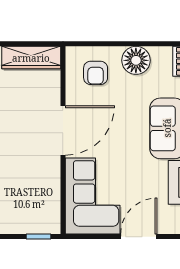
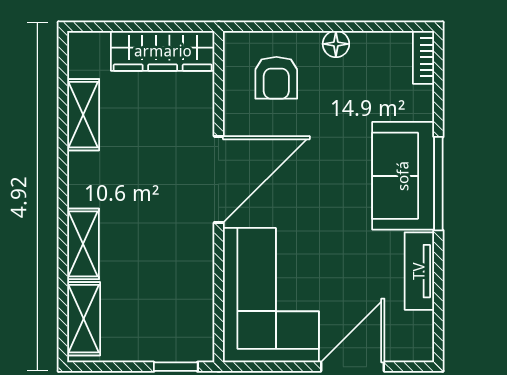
floor lamp: (136, 60) -> (336, 44), width x0.53, depth x0.53

